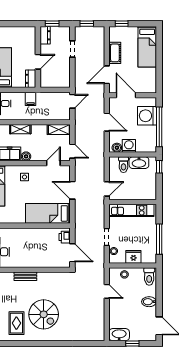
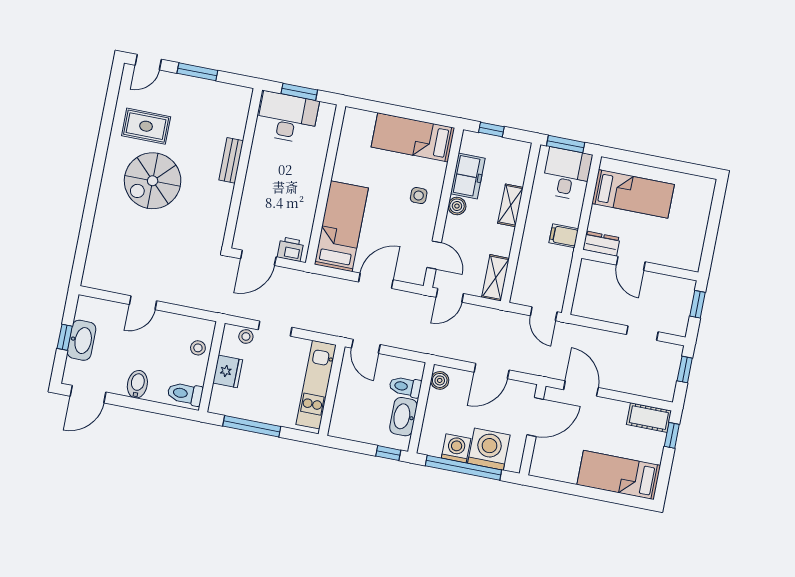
dresser: (45, 35) -> (678, 287), removed
cot: (115, 53) -> (649, 418), moved
washing machine: (129, 146) -> (456, 448), moved, turned -90
door: (107, 291) -> (143, 303), moved
washbasin: (119, 335) -> (82, 340), moved

